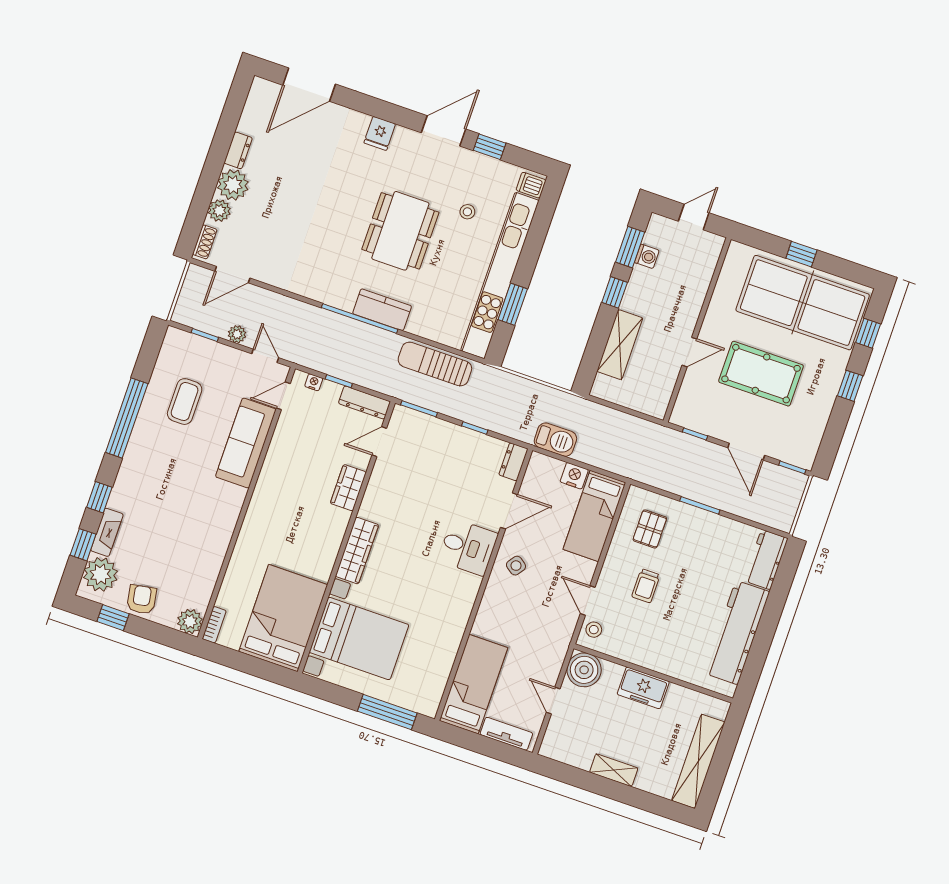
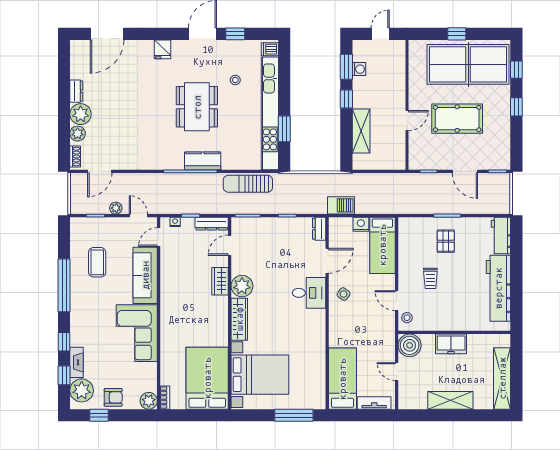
plant: (377, 505) -> (242, 286), added
corner sofa: (206, 521) -> (137, 333), added
pallet: (650, 529) -> (446, 241), moved
armchair: (142, 599) -> (113, 397), turned 100
shelving: (614, 770) -> (450, 400), width x1.50, depth x1.33

